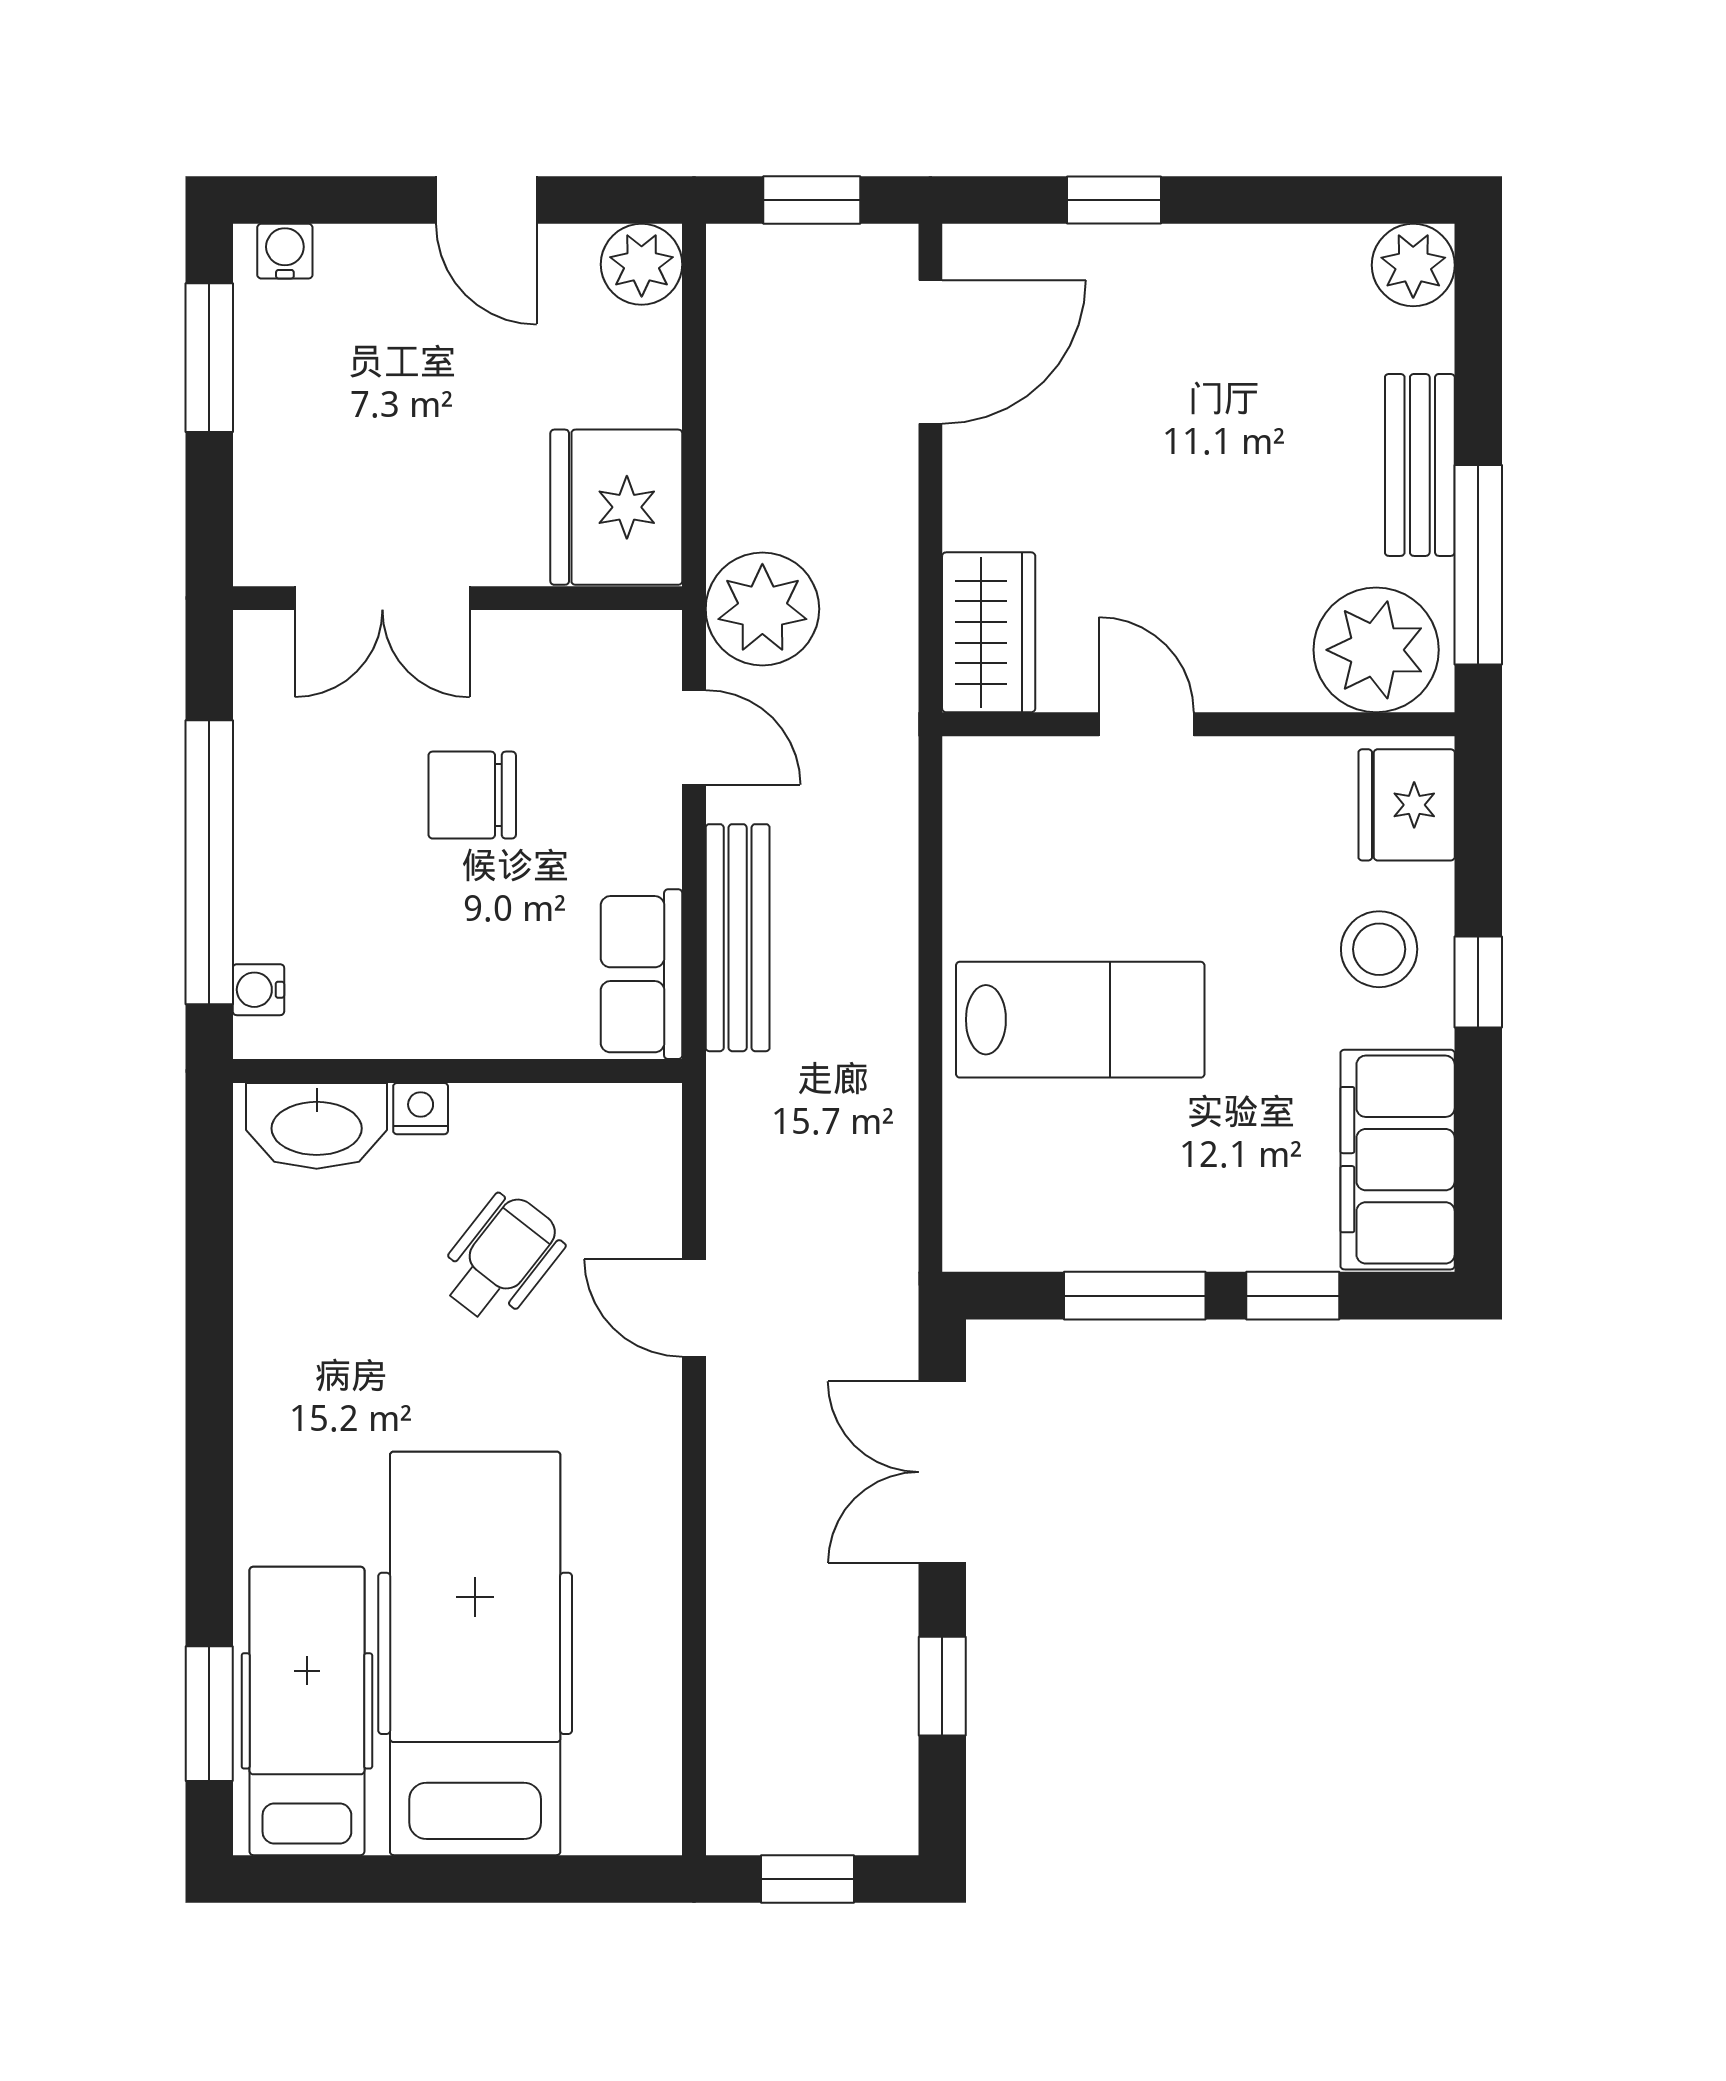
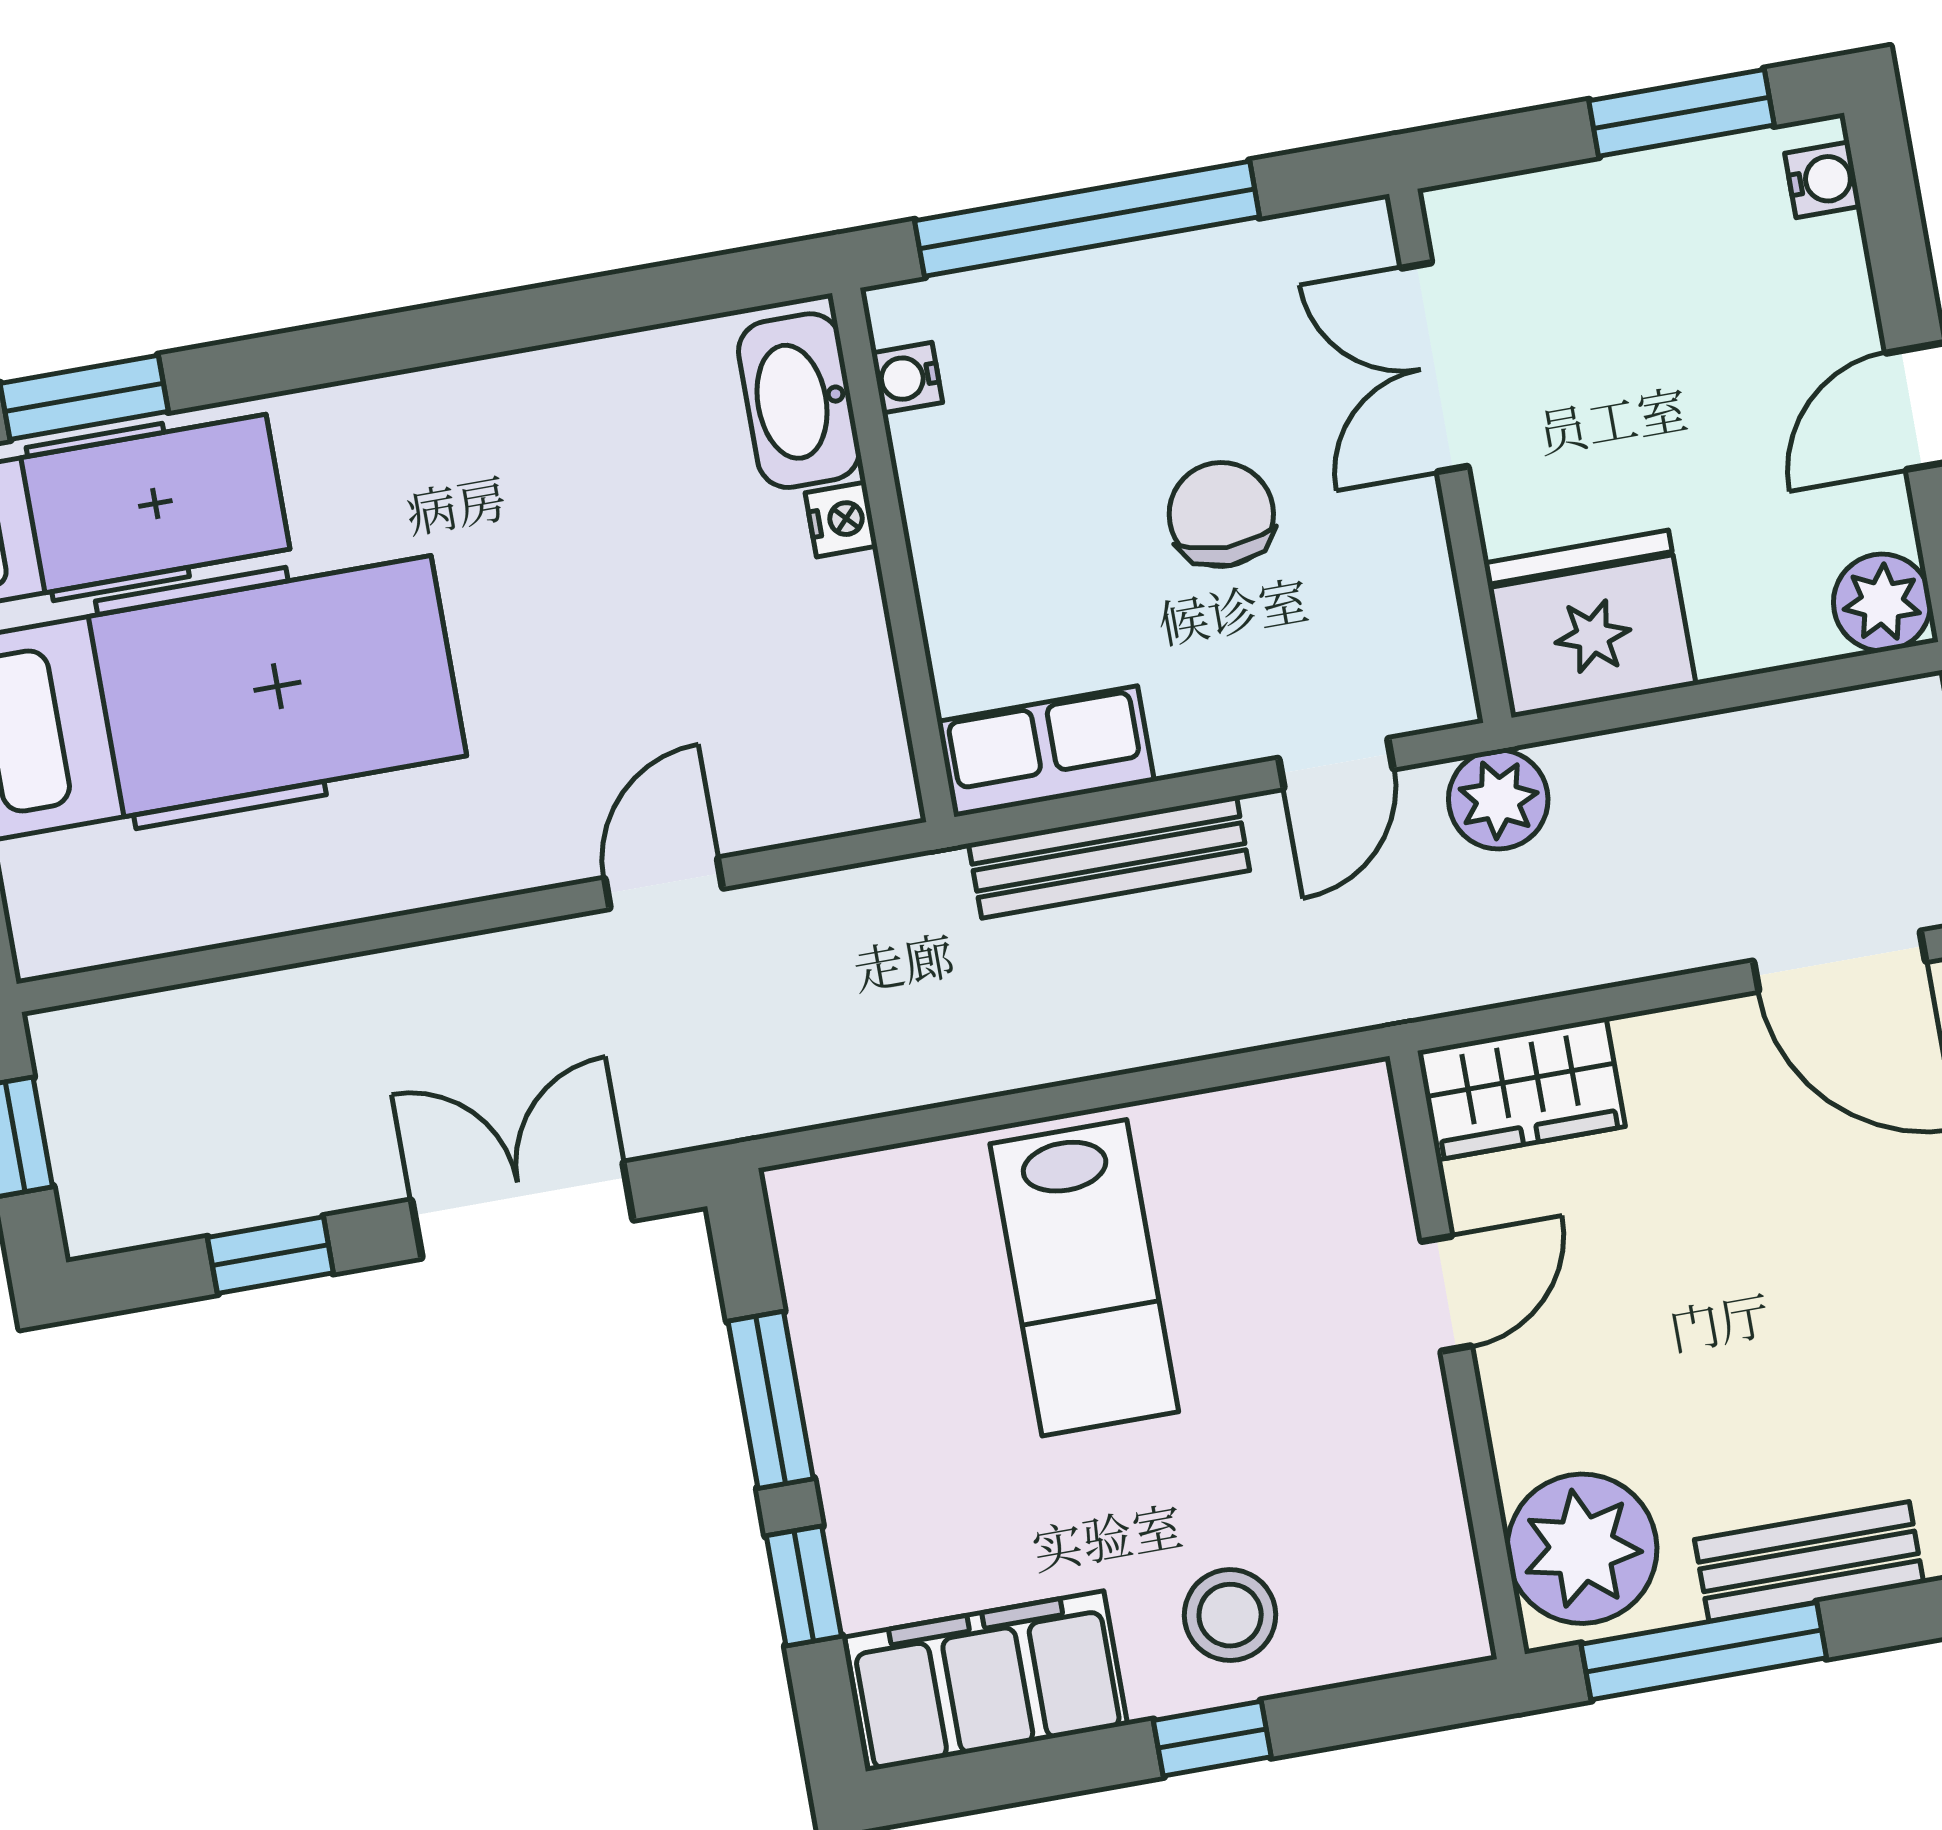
plant: (762, 609) -> (1498, 799), width x0.73, depth x0.73
fridge: (1407, 805) -> (1406, 1617), removed
water cooler: (258, 990) -> (907, 378), moved, turned -90
wheelchair: (501, 1258) -> (682, 646), removed

